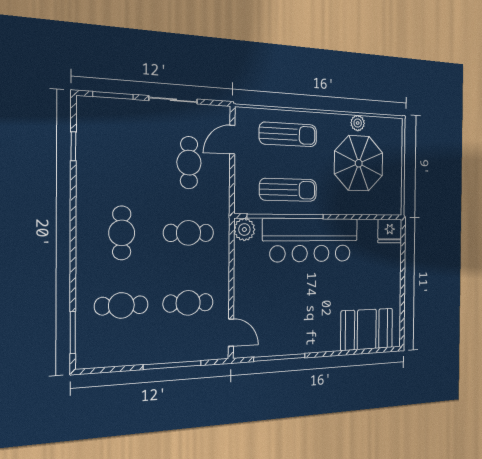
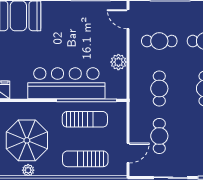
sun lounger: (288, 190) -> (85, 119), turned 180
plant: (244, 229) -> (118, 62), moved
cafe table: (189, 233) -> (159, 89), turned 90

